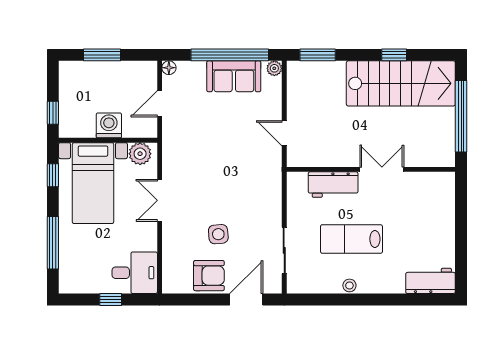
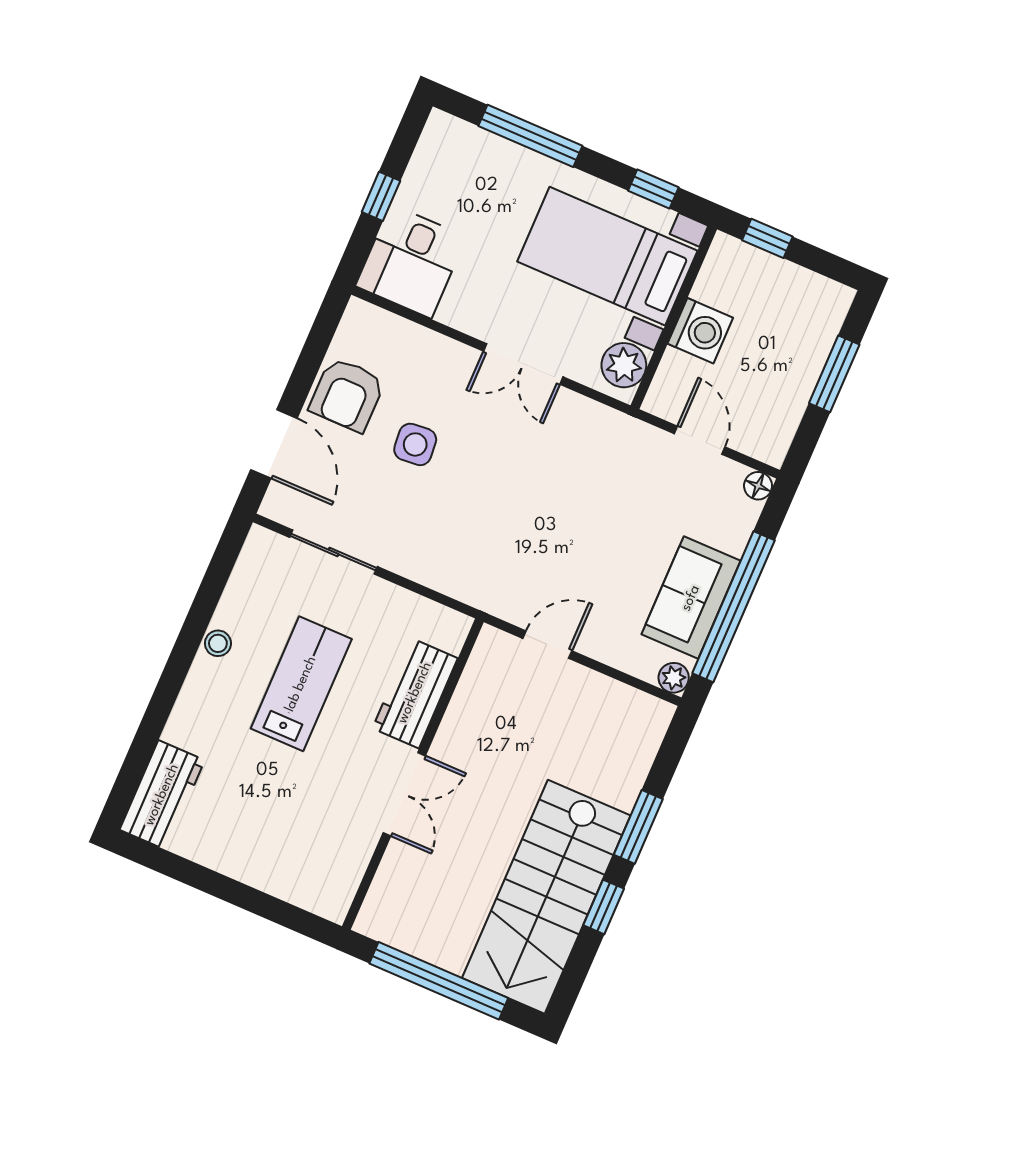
window: (318, 55) -> (638, 827), moved
double door: (160, 200) -> (523, 364), swing flipped

